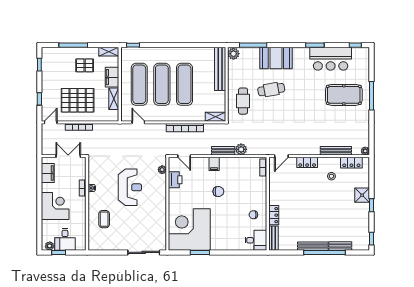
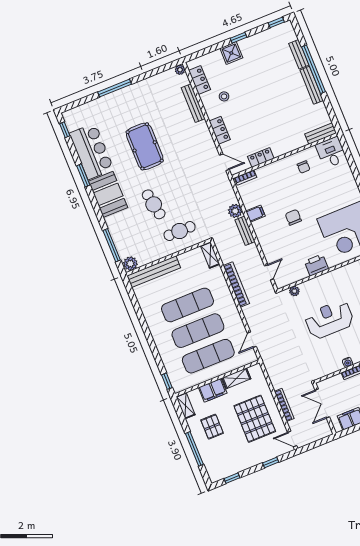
booth: (276, 58) -> (108, 194), moved
pool table: (344, 95) -> (145, 146), moved
filing cabinet: (214, 164) -> (255, 214), moved
printer: (175, 180) -> (316, 265), moved
locker: (274, 215) -> (261, 157), moved

